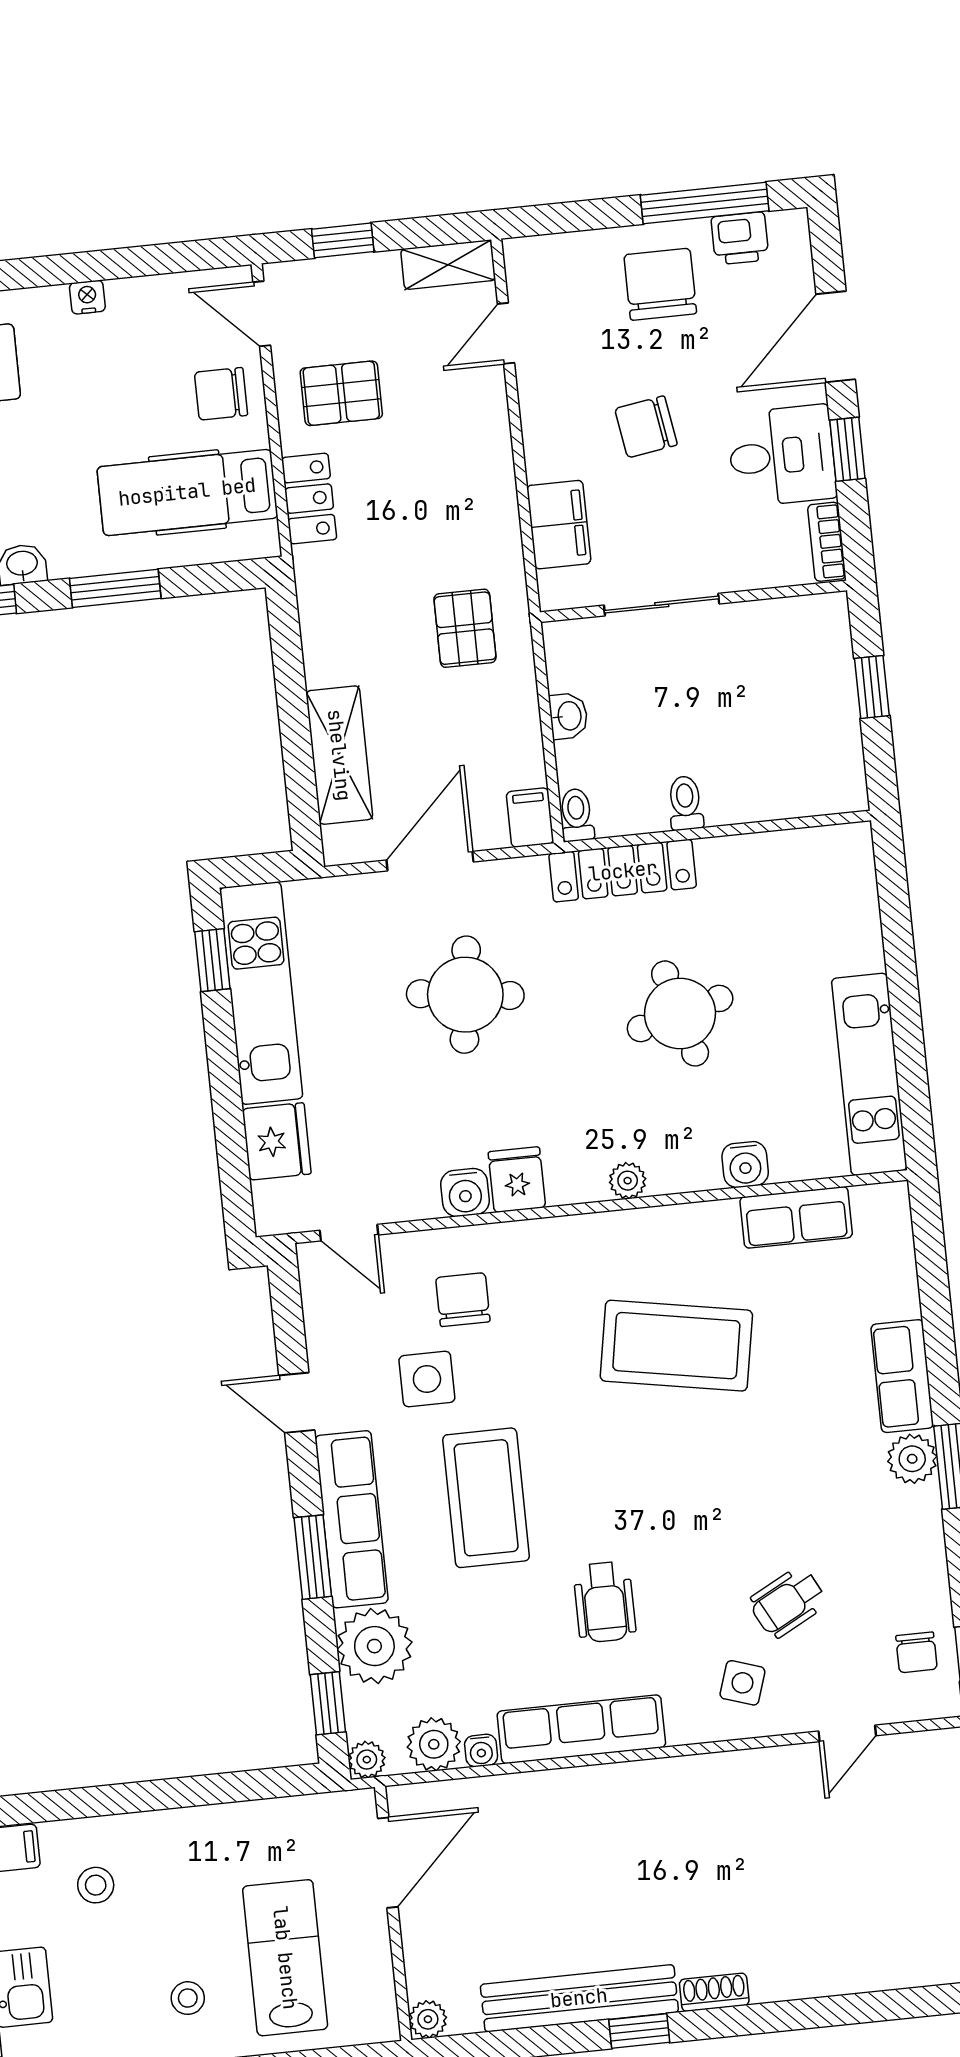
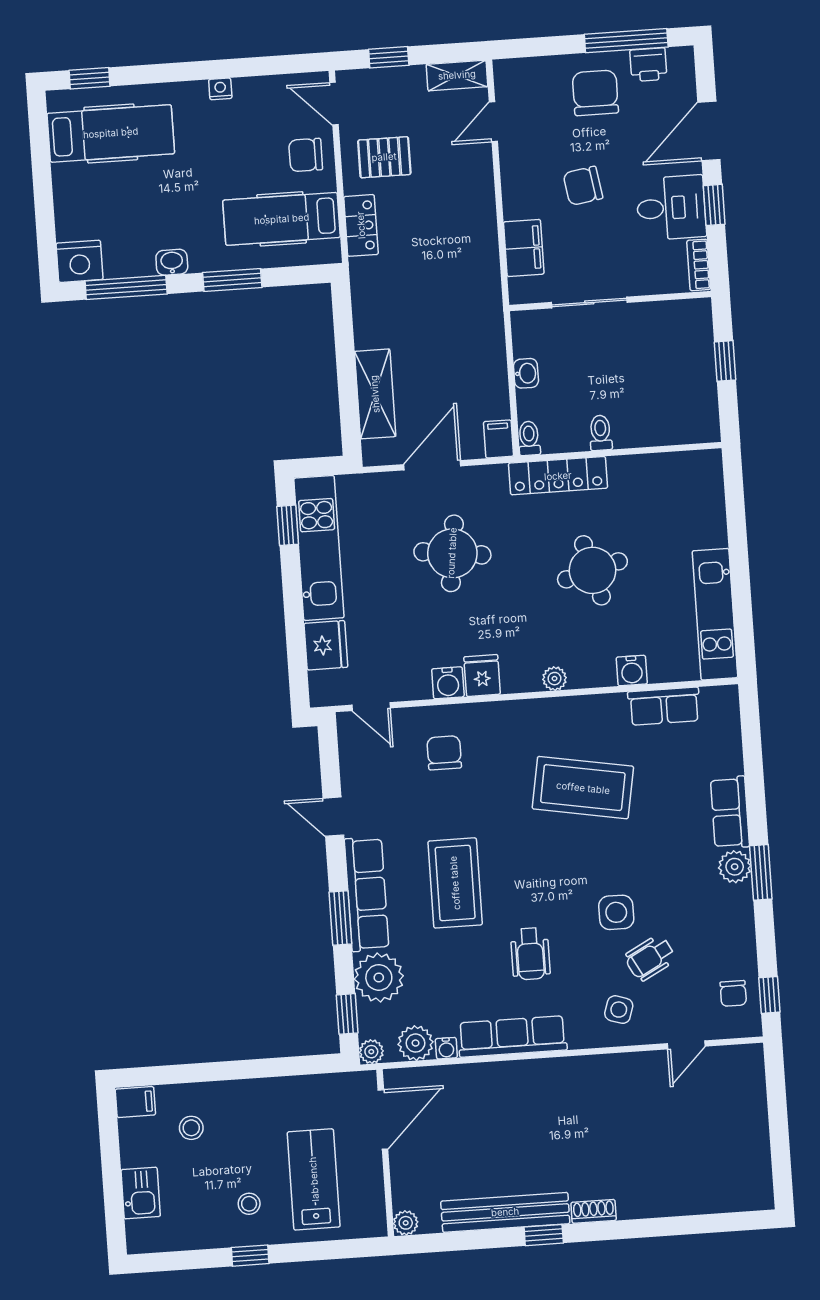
pallet: (465, 628) -> (460, 314), removed
side table: (427, 1379) -> (616, 912), moved

